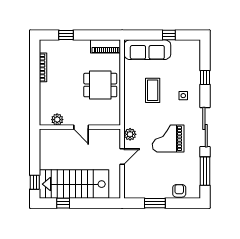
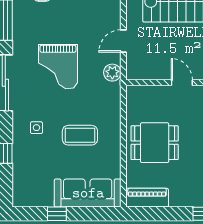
coffee table: (153, 90) -> (80, 135), turned 90
grand piano: (168, 138) -> (58, 67), turned 90

